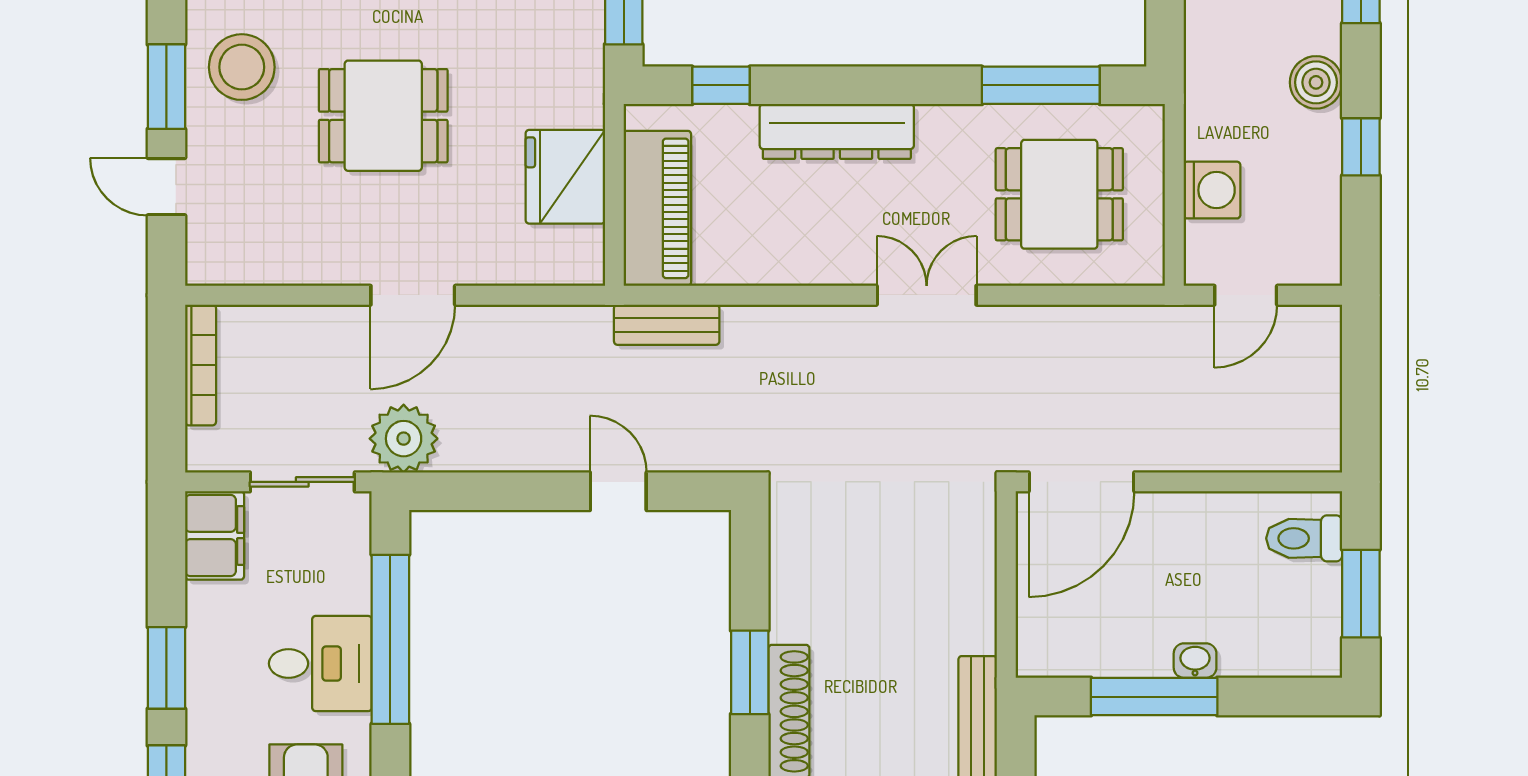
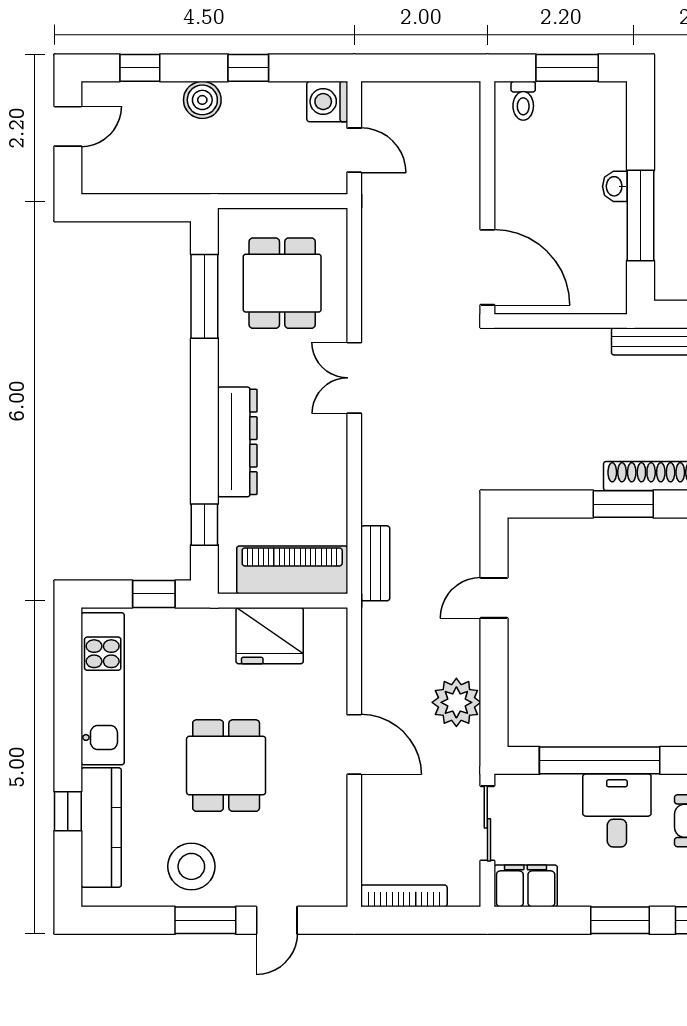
washing machine: (1212, 190) -> (327, 102), moved, turned -90
plant: (404, 439) -> (456, 702), moved
toilet: (1304, 538) -> (523, 101), width x0.73, depth x0.72

